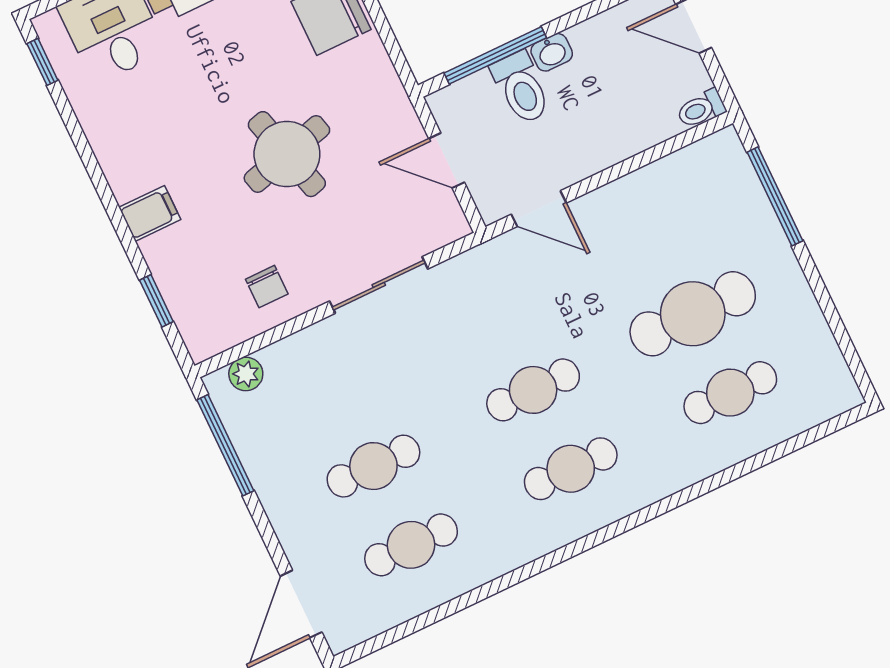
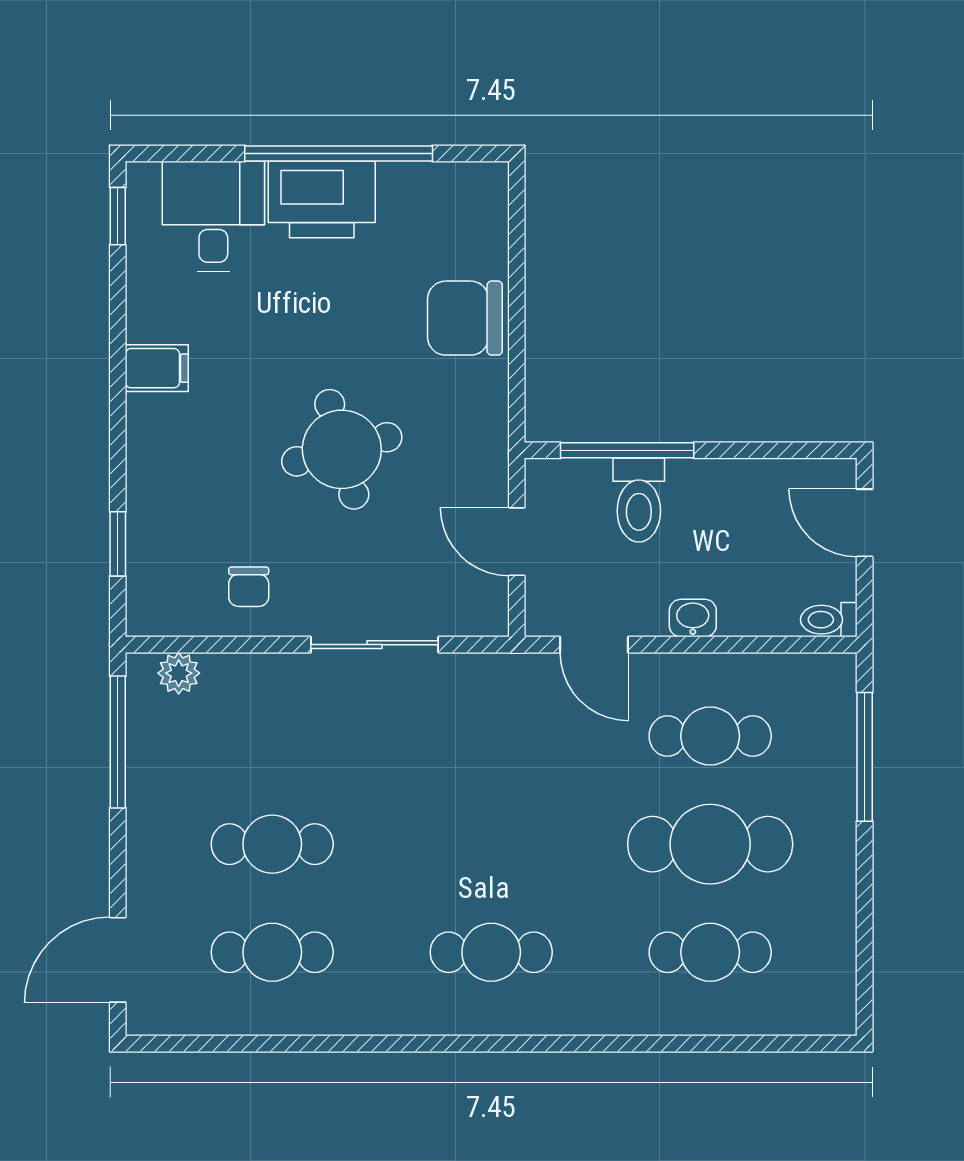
washbasin: (552, 52) -> (693, 618), moved, turned 180
filing cabinet: (150, 213) -> (157, 368), moved
cafe table: (533, 390) -> (710, 736), moved

